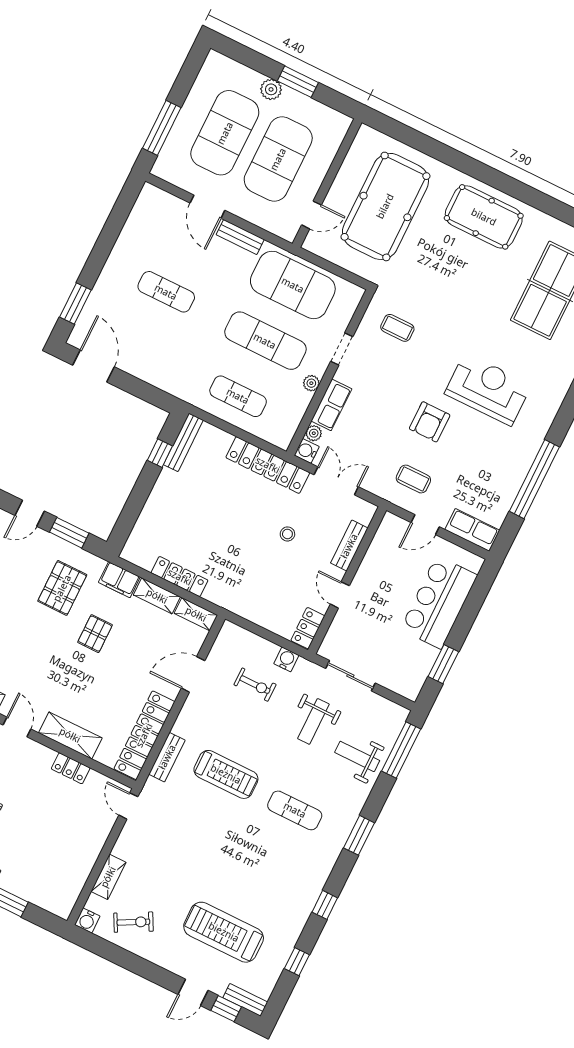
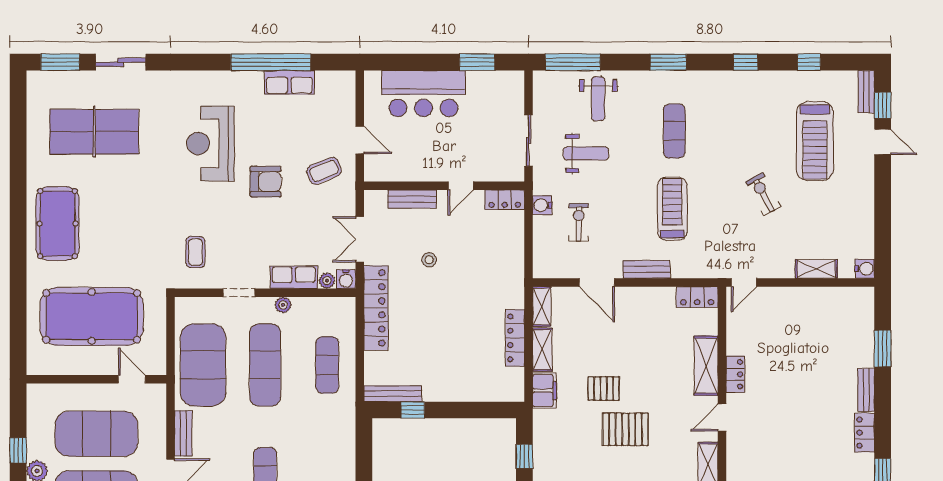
window: (298, 82) -> (18, 450), width x0.67
coffee table: (413, 479) -> (324, 171), turned 68
row of seats: (472, 530) -> (289, 82), moved, turned -90
window: (69, 533) -> (524, 456), width x0.67
pallet: (62, 588) -> (625, 429), moved
locker: (144, 735) -> (697, 297), width x0.46, depth x0.83
bench: (167, 757) -> (646, 269), moved
locker: (71, 768) -> (735, 374), moved
exercise bike: (133, 922) -> (763, 194), moved

